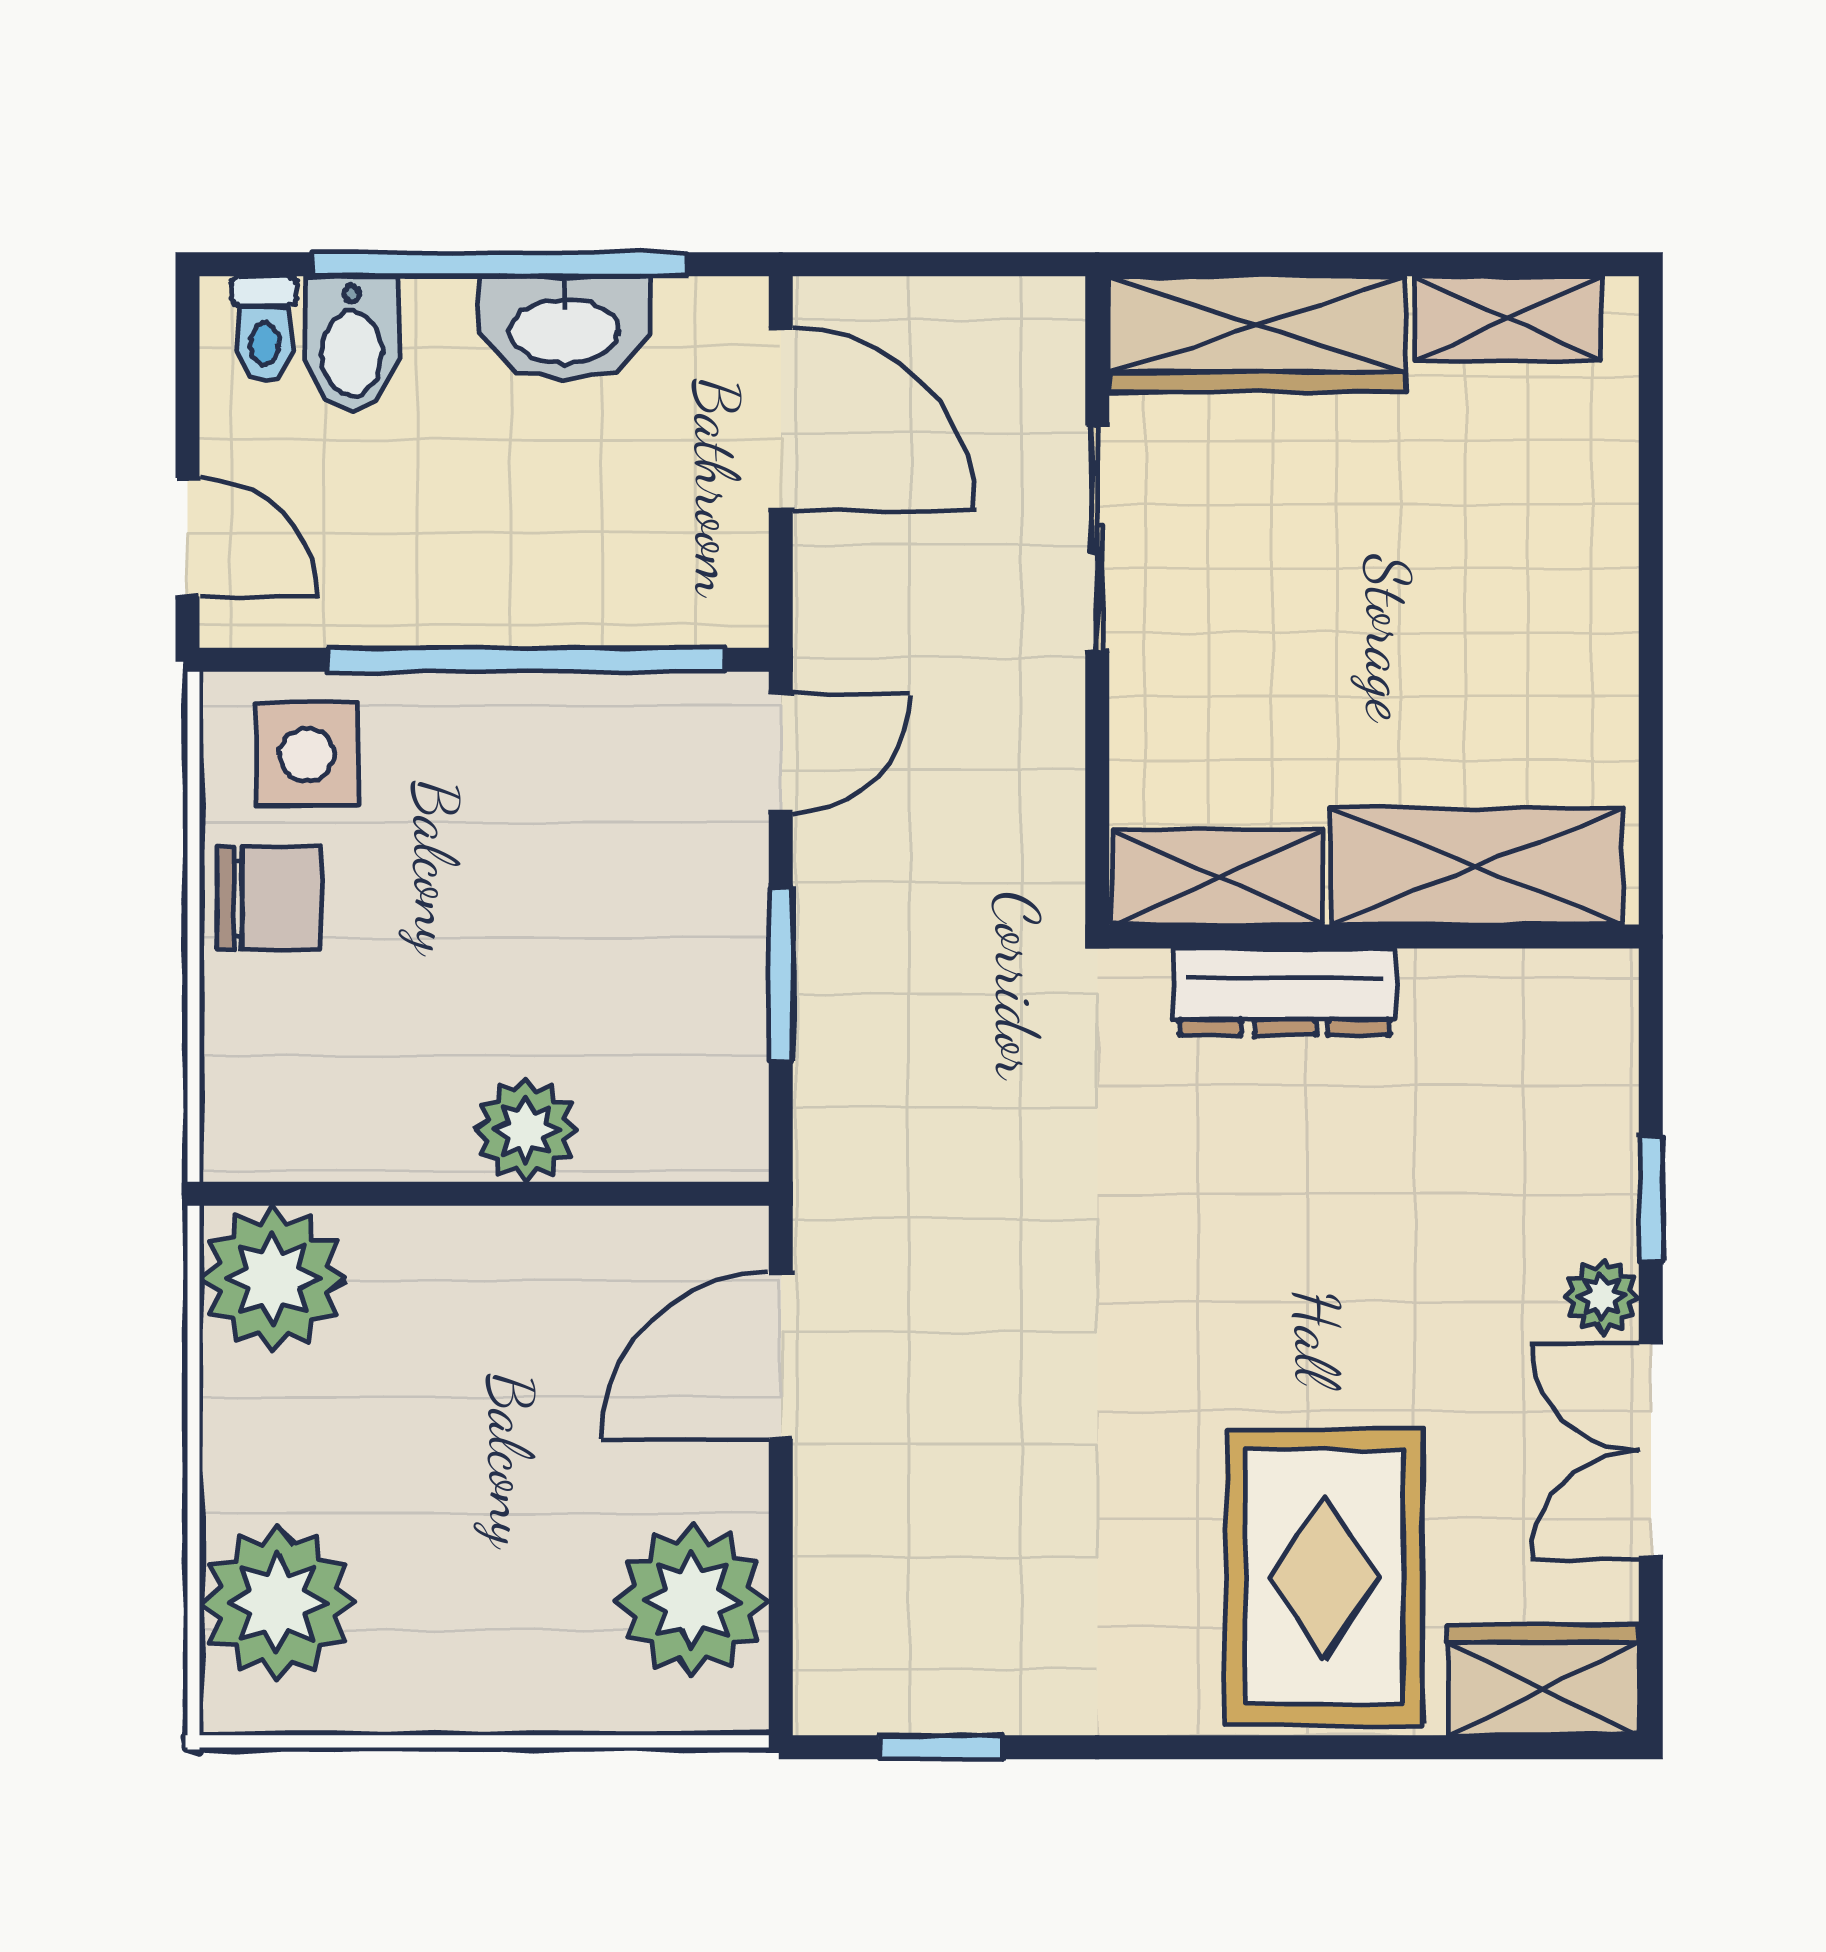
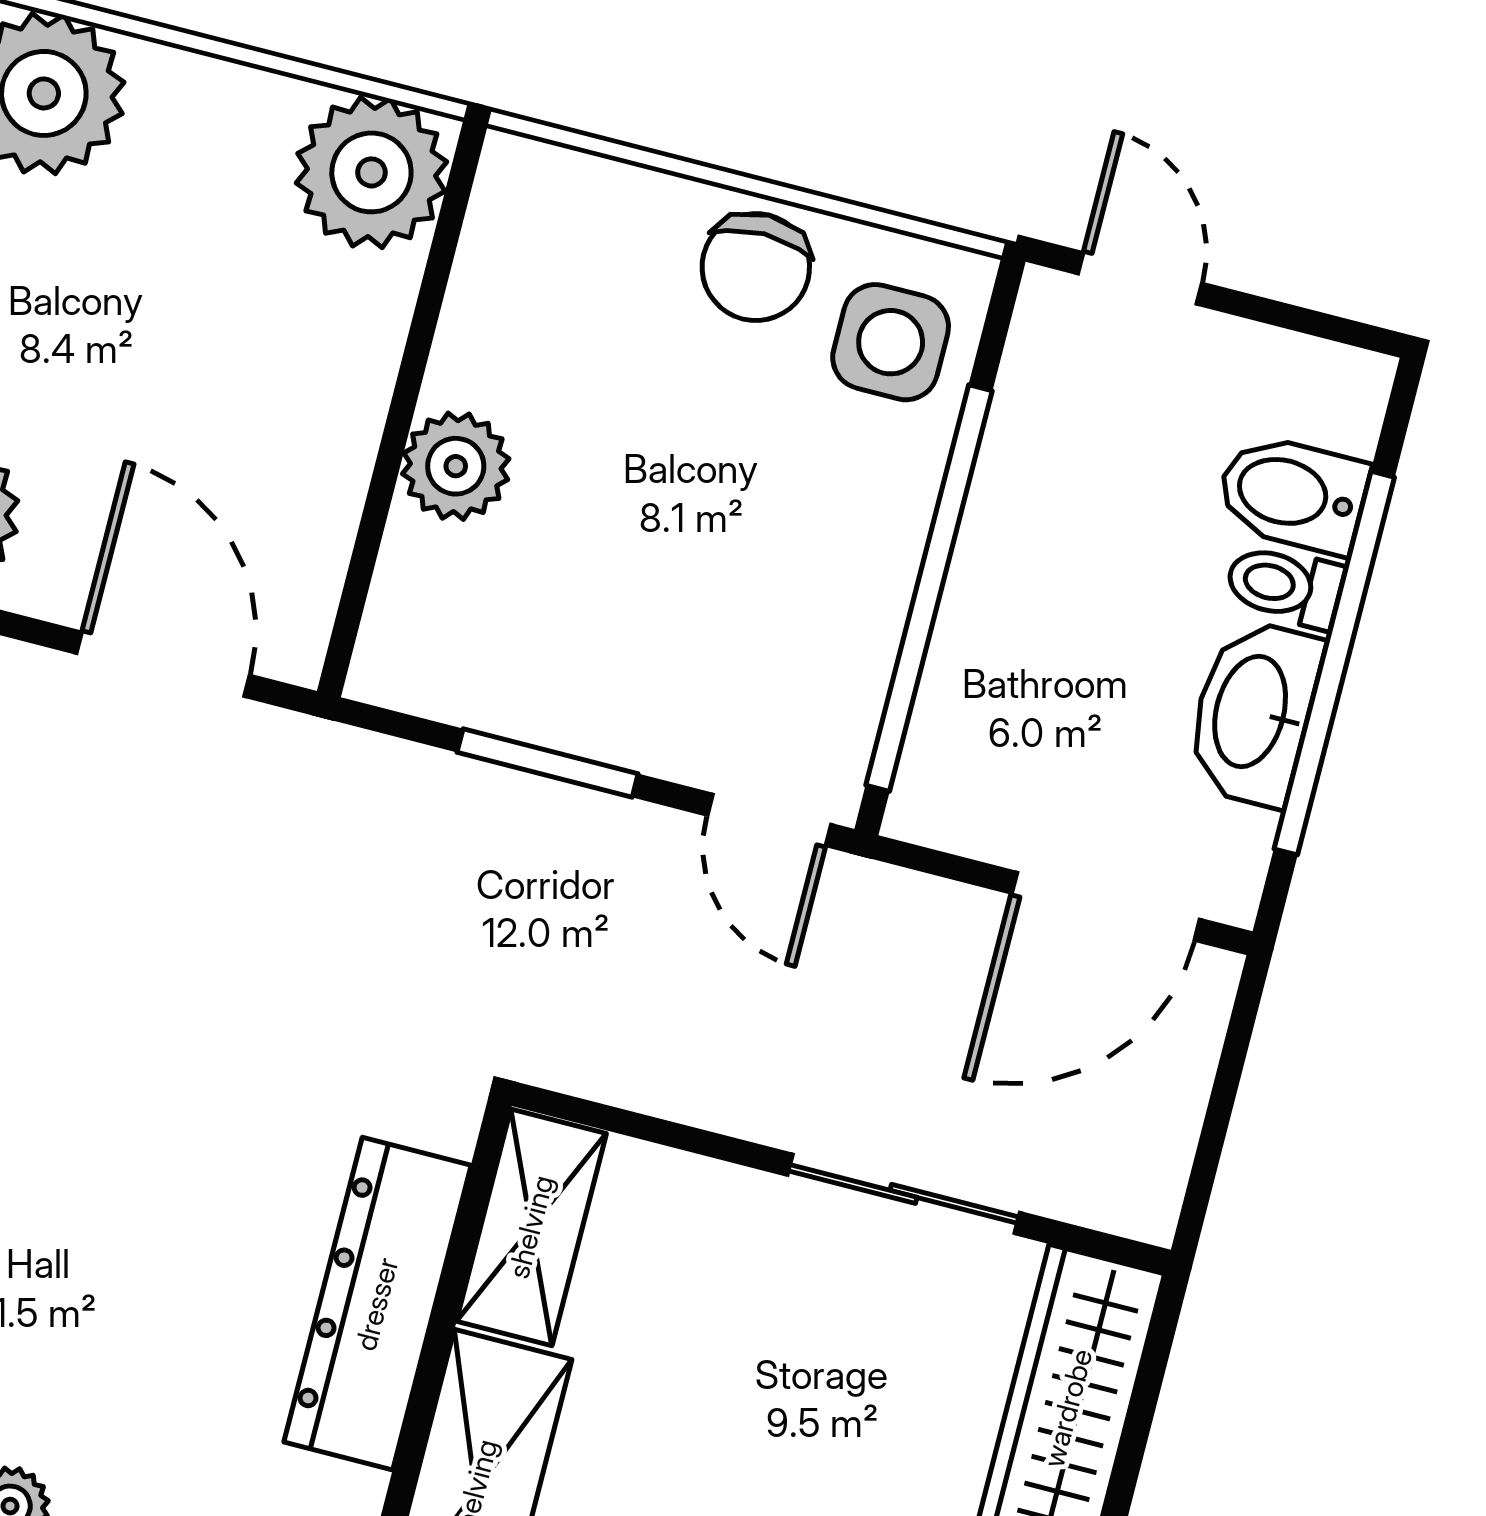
toilet: (264, 329) -> (1284, 586), moved
door: (188, 537) -> (1140, 278), swing flipped
dresser: (1285, 992) -> (377, 1304), width x1.37, depth x1.24

